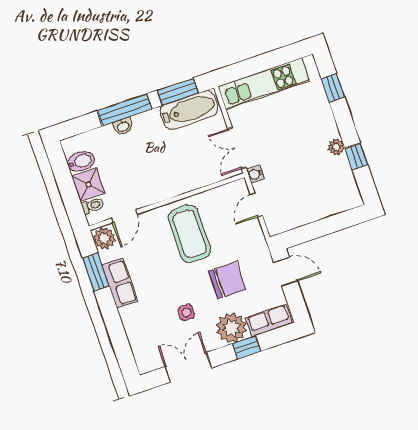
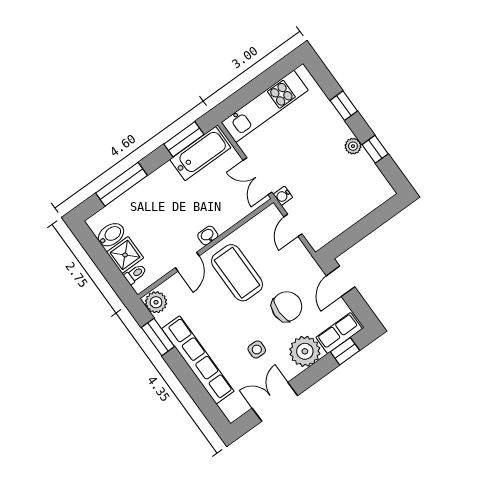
window: (333, 88) -> (344, 106), moved
window: (125, 110) -> (121, 184), moved
washbasin: (123, 126) -> (208, 236), moved, turned 180
door: (124, 216) -> (187, 262), moved
door: (285, 272) -> (341, 281), swing flipped
row of seats: (120, 283) -> (198, 360), width x2.02
window: (246, 347) -> (345, 351), moved

